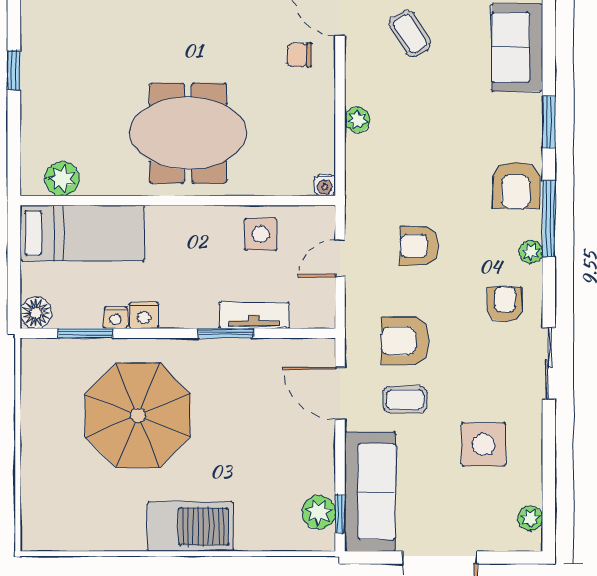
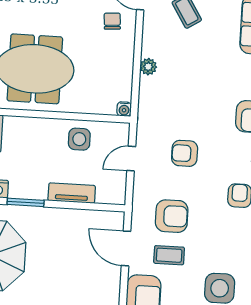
chair: (299, 55) -> (112, 21), turned 86
window: (226, 333) -> (26, 202), moved
armchair: (405, 341) -> (172, 216), turned 180

